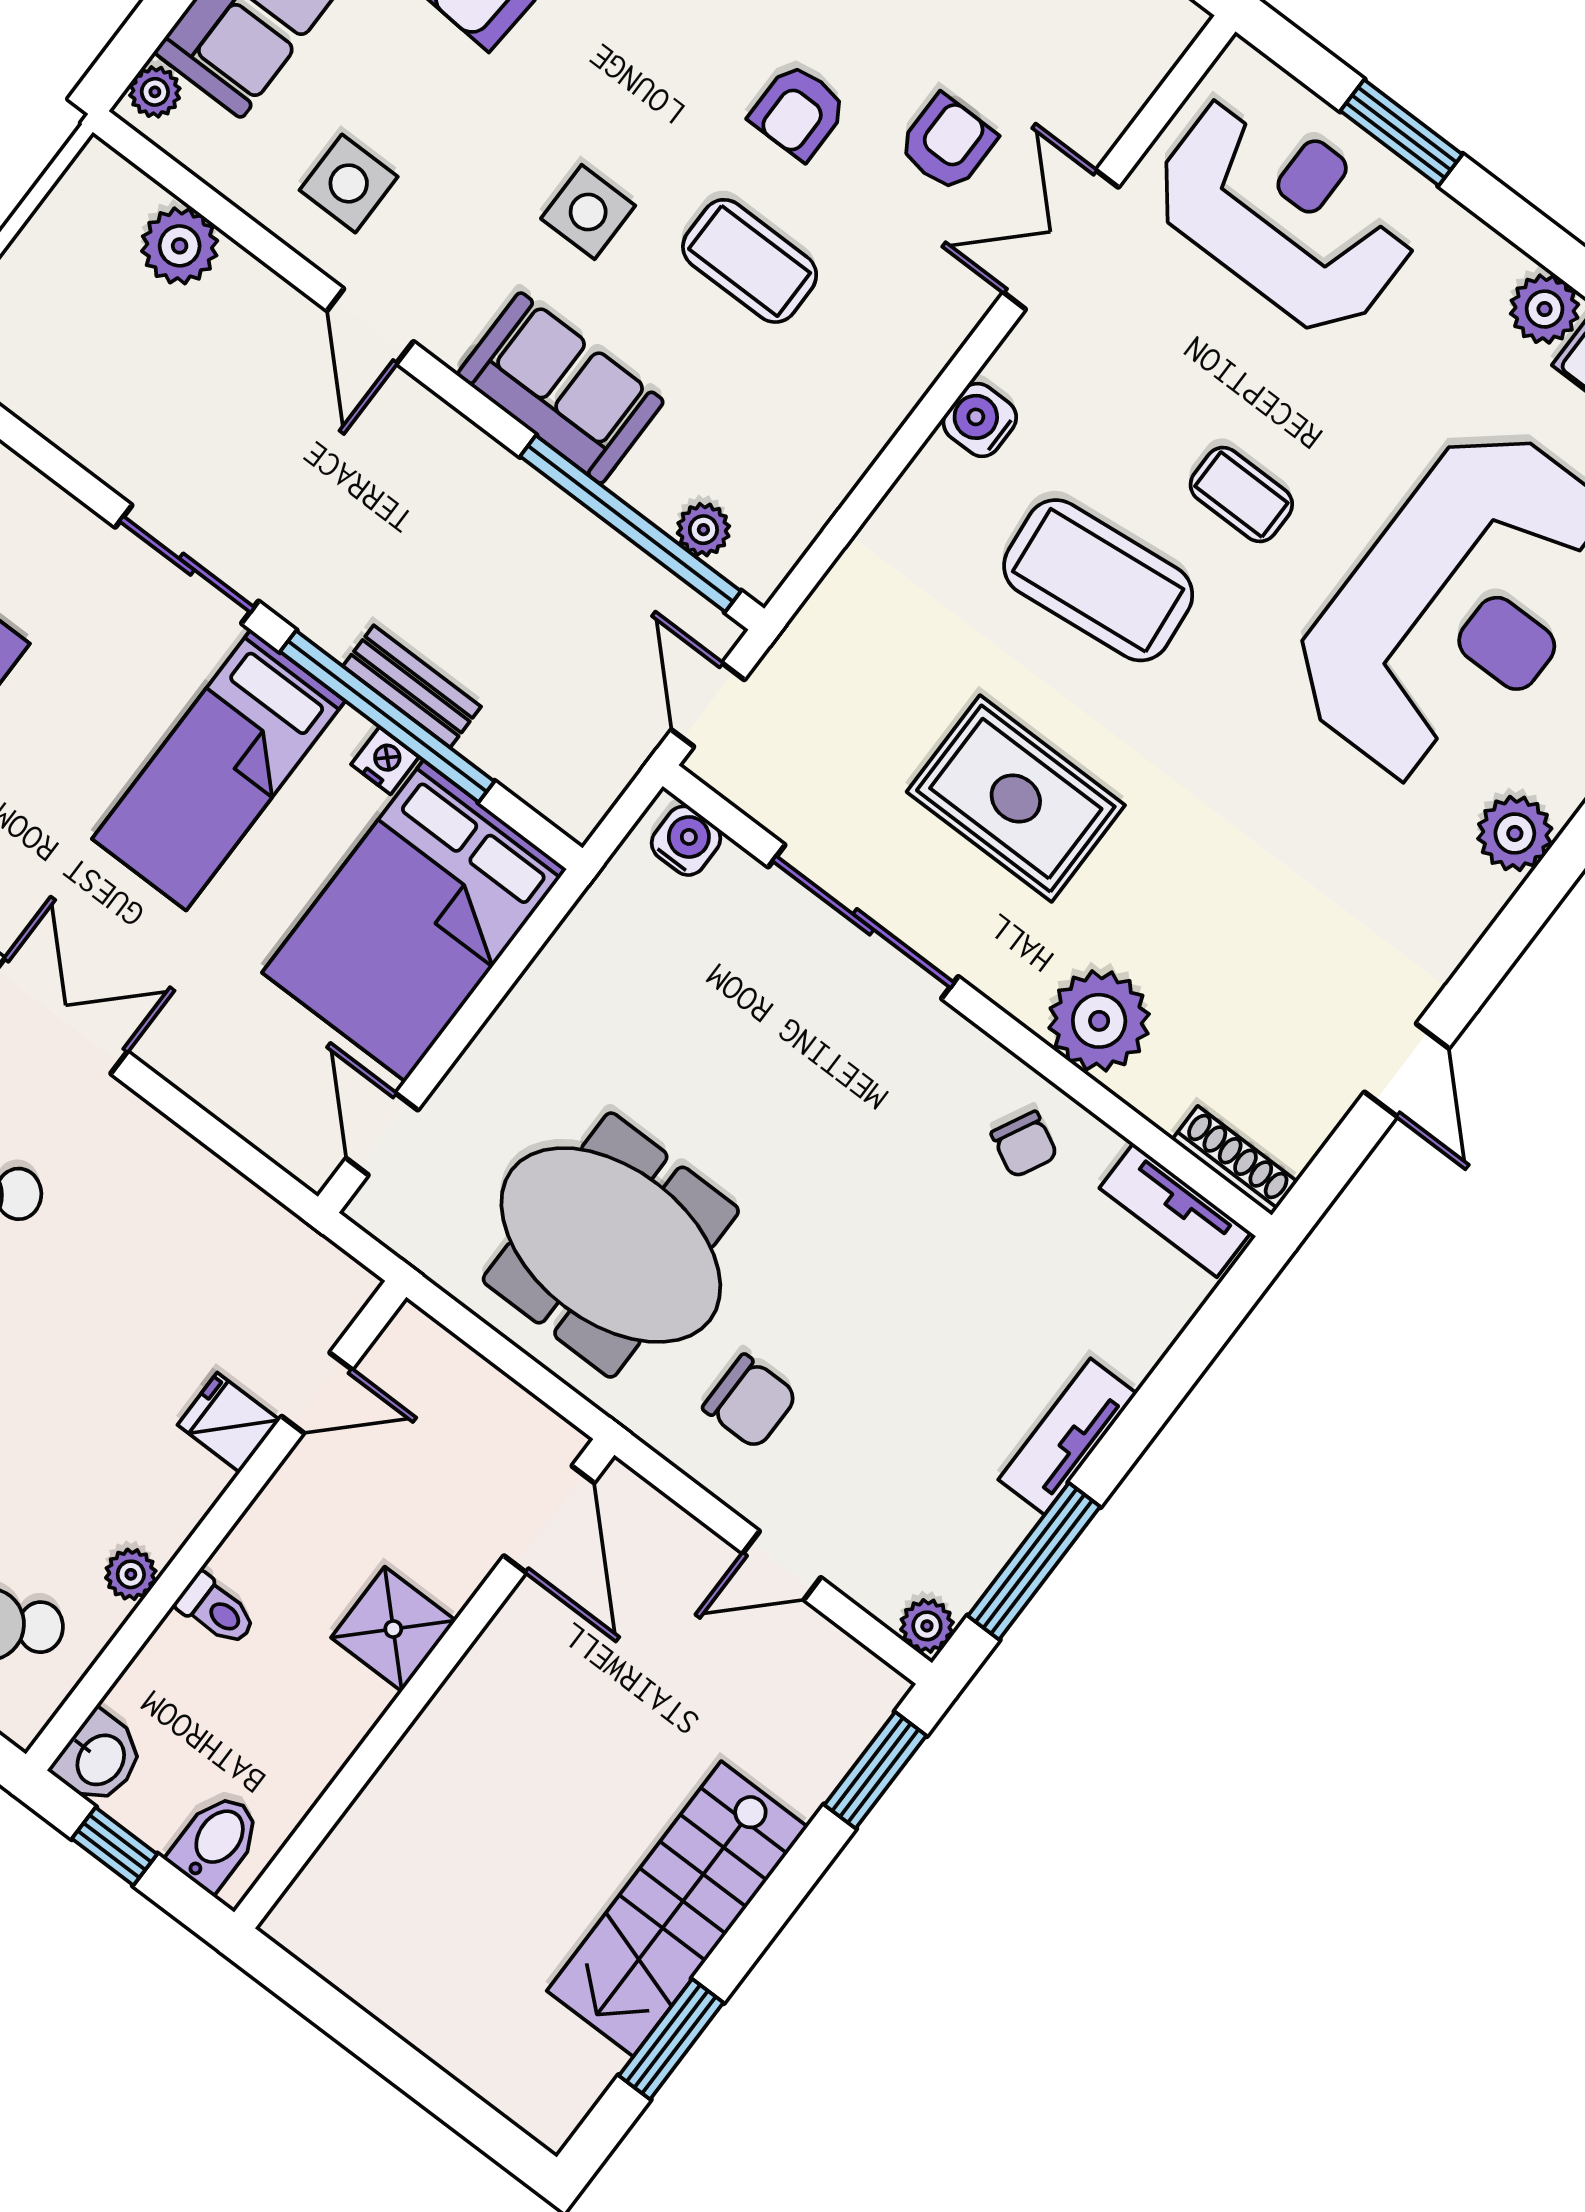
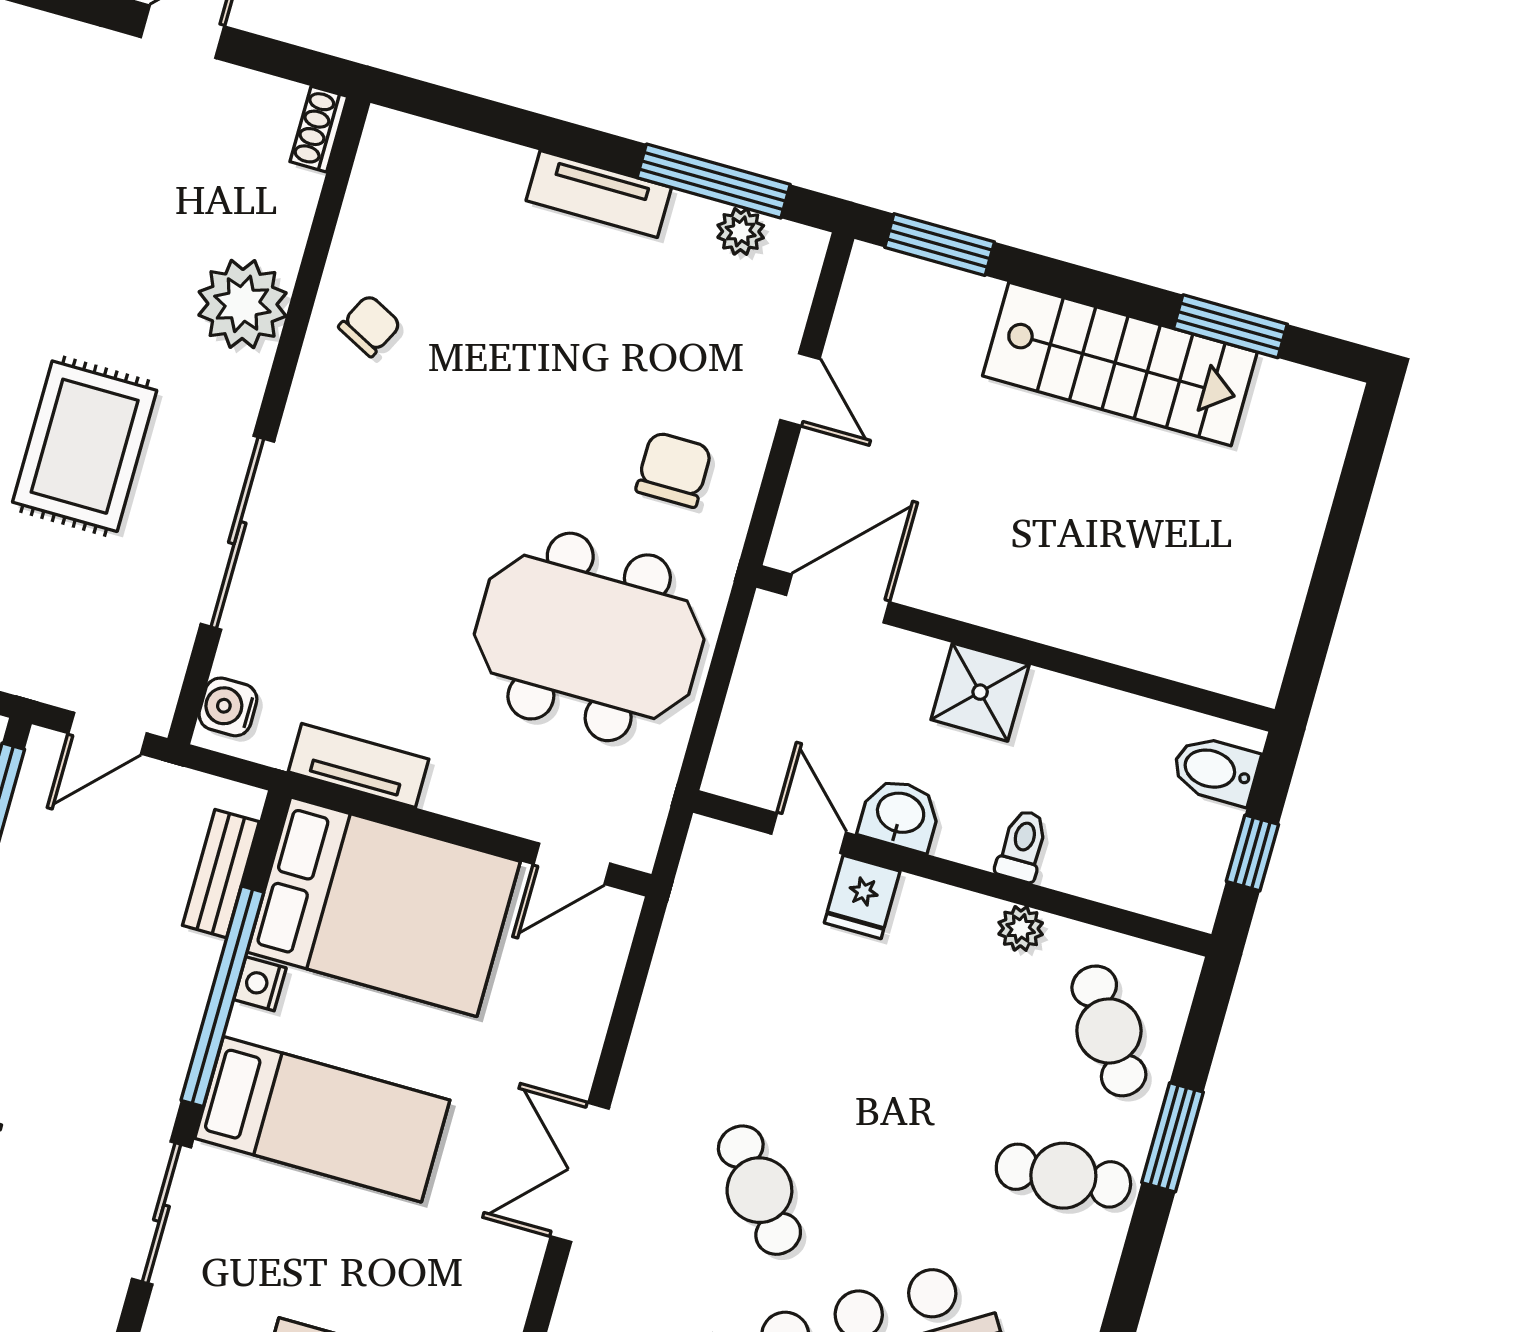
bench: (412, 686) -> (221, 874), moved
shoe rack: (1235, 1161) -> (319, 129), width x0.70
tv unit: (1175, 1210) -> (359, 765), moved, turned -90
meeting table: (611, 1245) -> (589, 637), turned 90
plant: (927, 1626) -> (741, 231), moved
washbasin: (99, 1759) -> (900, 815), moved

